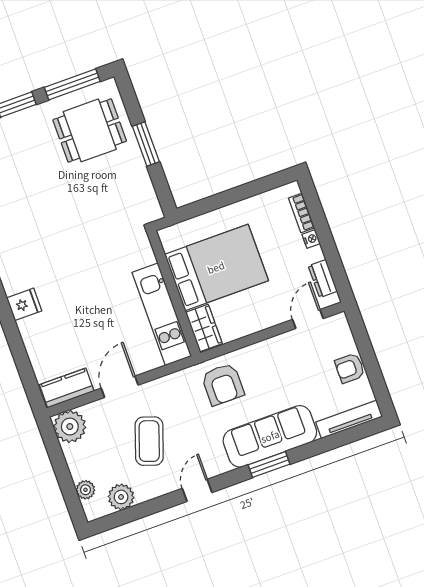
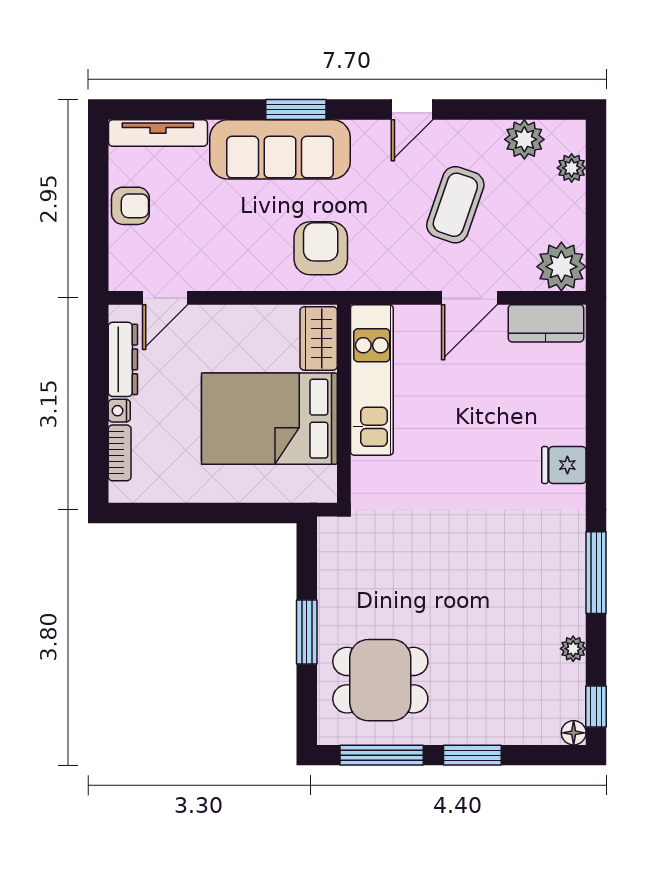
dresser: (323, 279) -> (123, 359), width x1.44

